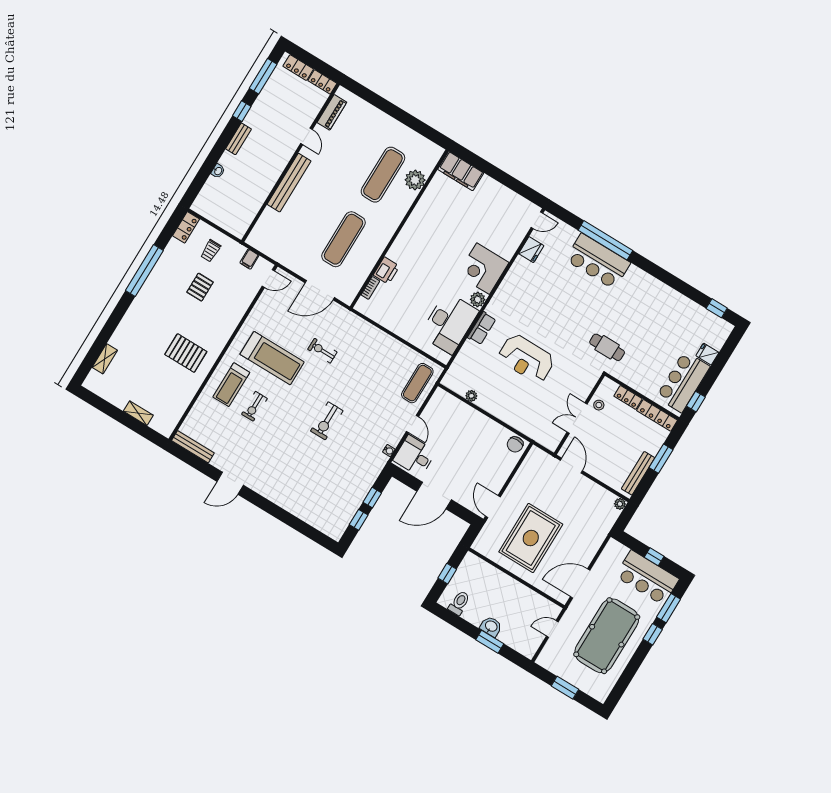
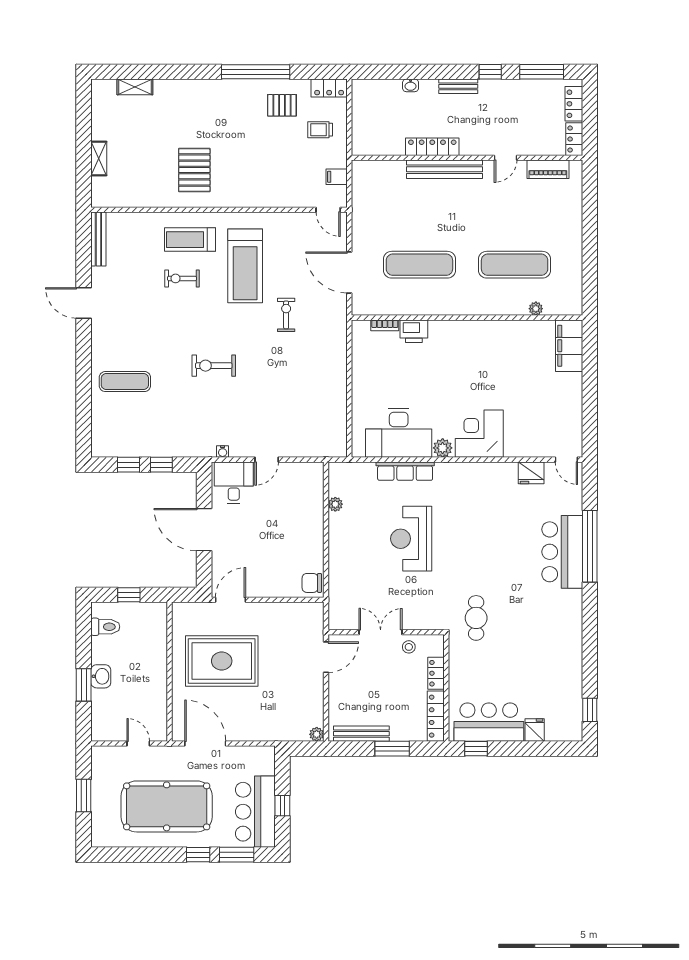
plant: (415, 180) -> (536, 309), width x0.53, depth x0.53
locker: (269, 182) -> (432, 147), added
pallet: (200, 287) -> (282, 105), moved
row of seats: (482, 328) -> (405, 471), width x1.48
exercise mat: (417, 383) -> (125, 382), moved

